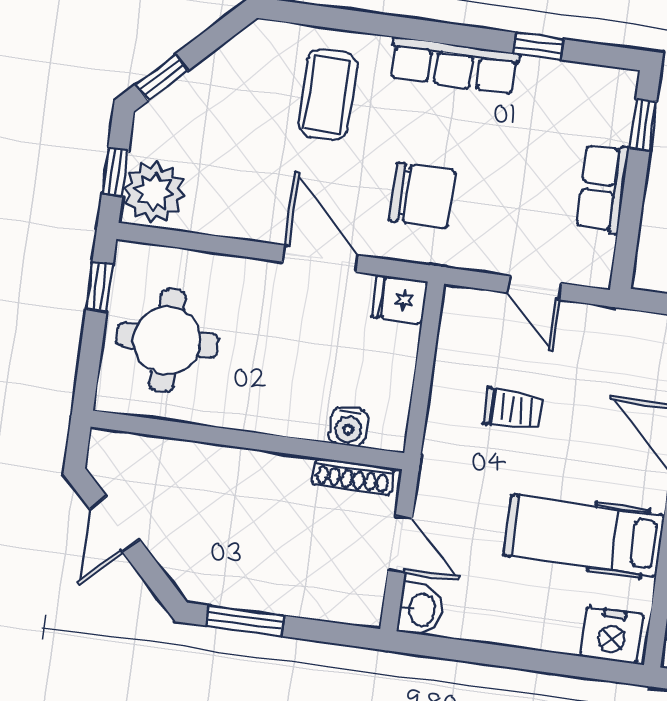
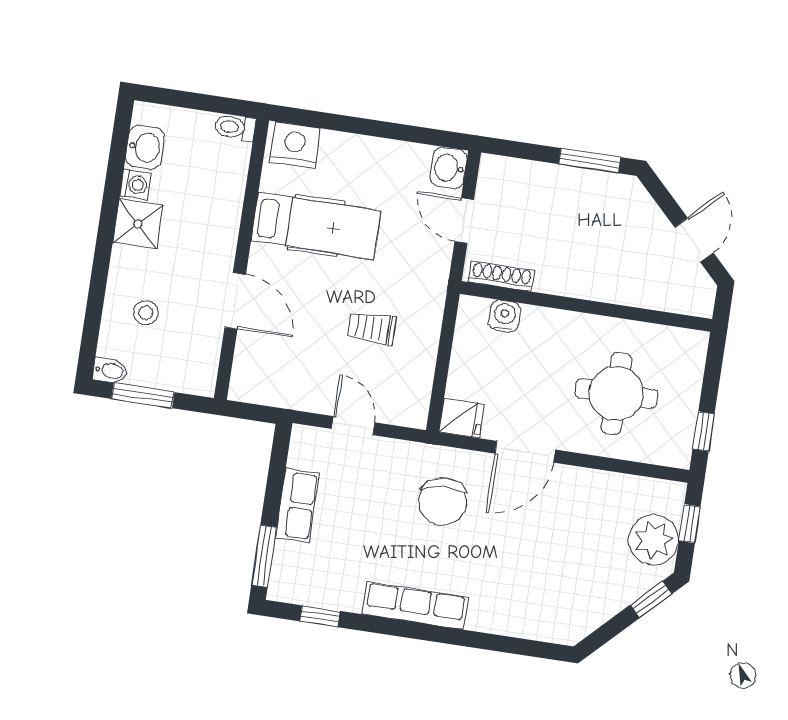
window: (538, 46) -> (320, 616), moved
coffee table: (327, 94) -> (518, 584), removed
window: (643, 125) -> (264, 556), width x1.50
plant: (154, 192) -> (654, 540), moved
chair: (422, 195) -> (443, 501), turned -93
door: (320, 259) -> (525, 452), hinge flipped
round table: (167, 340) -> (616, 393), moved

